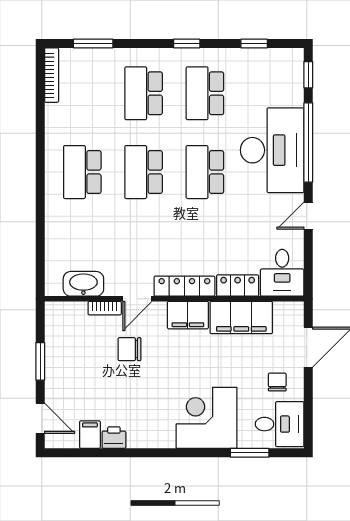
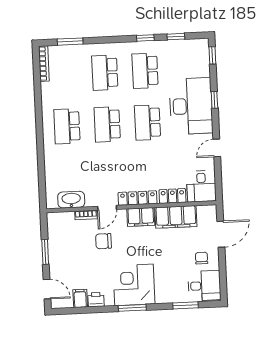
window: (187, 44) -> (145, 38), moved
window: (308, 142) -> (214, 100), width x0.32
corner desk: (206, 418) -> (134, 285), moved
window: (168, 453) -> (132, 308), added

